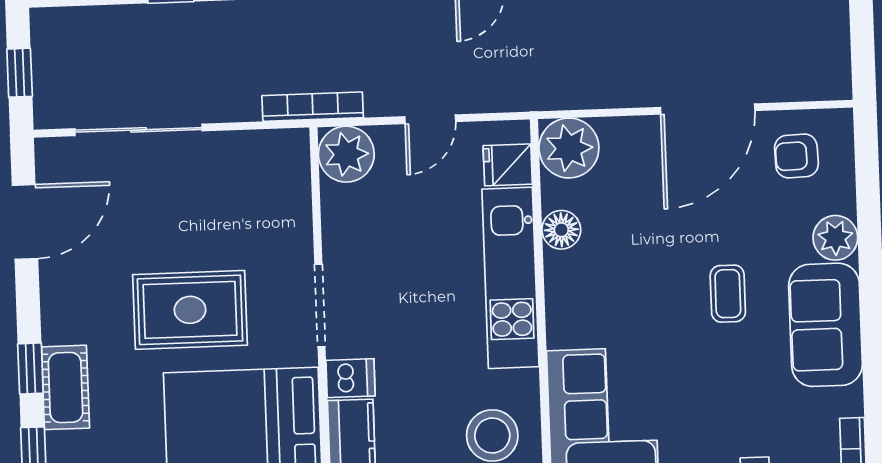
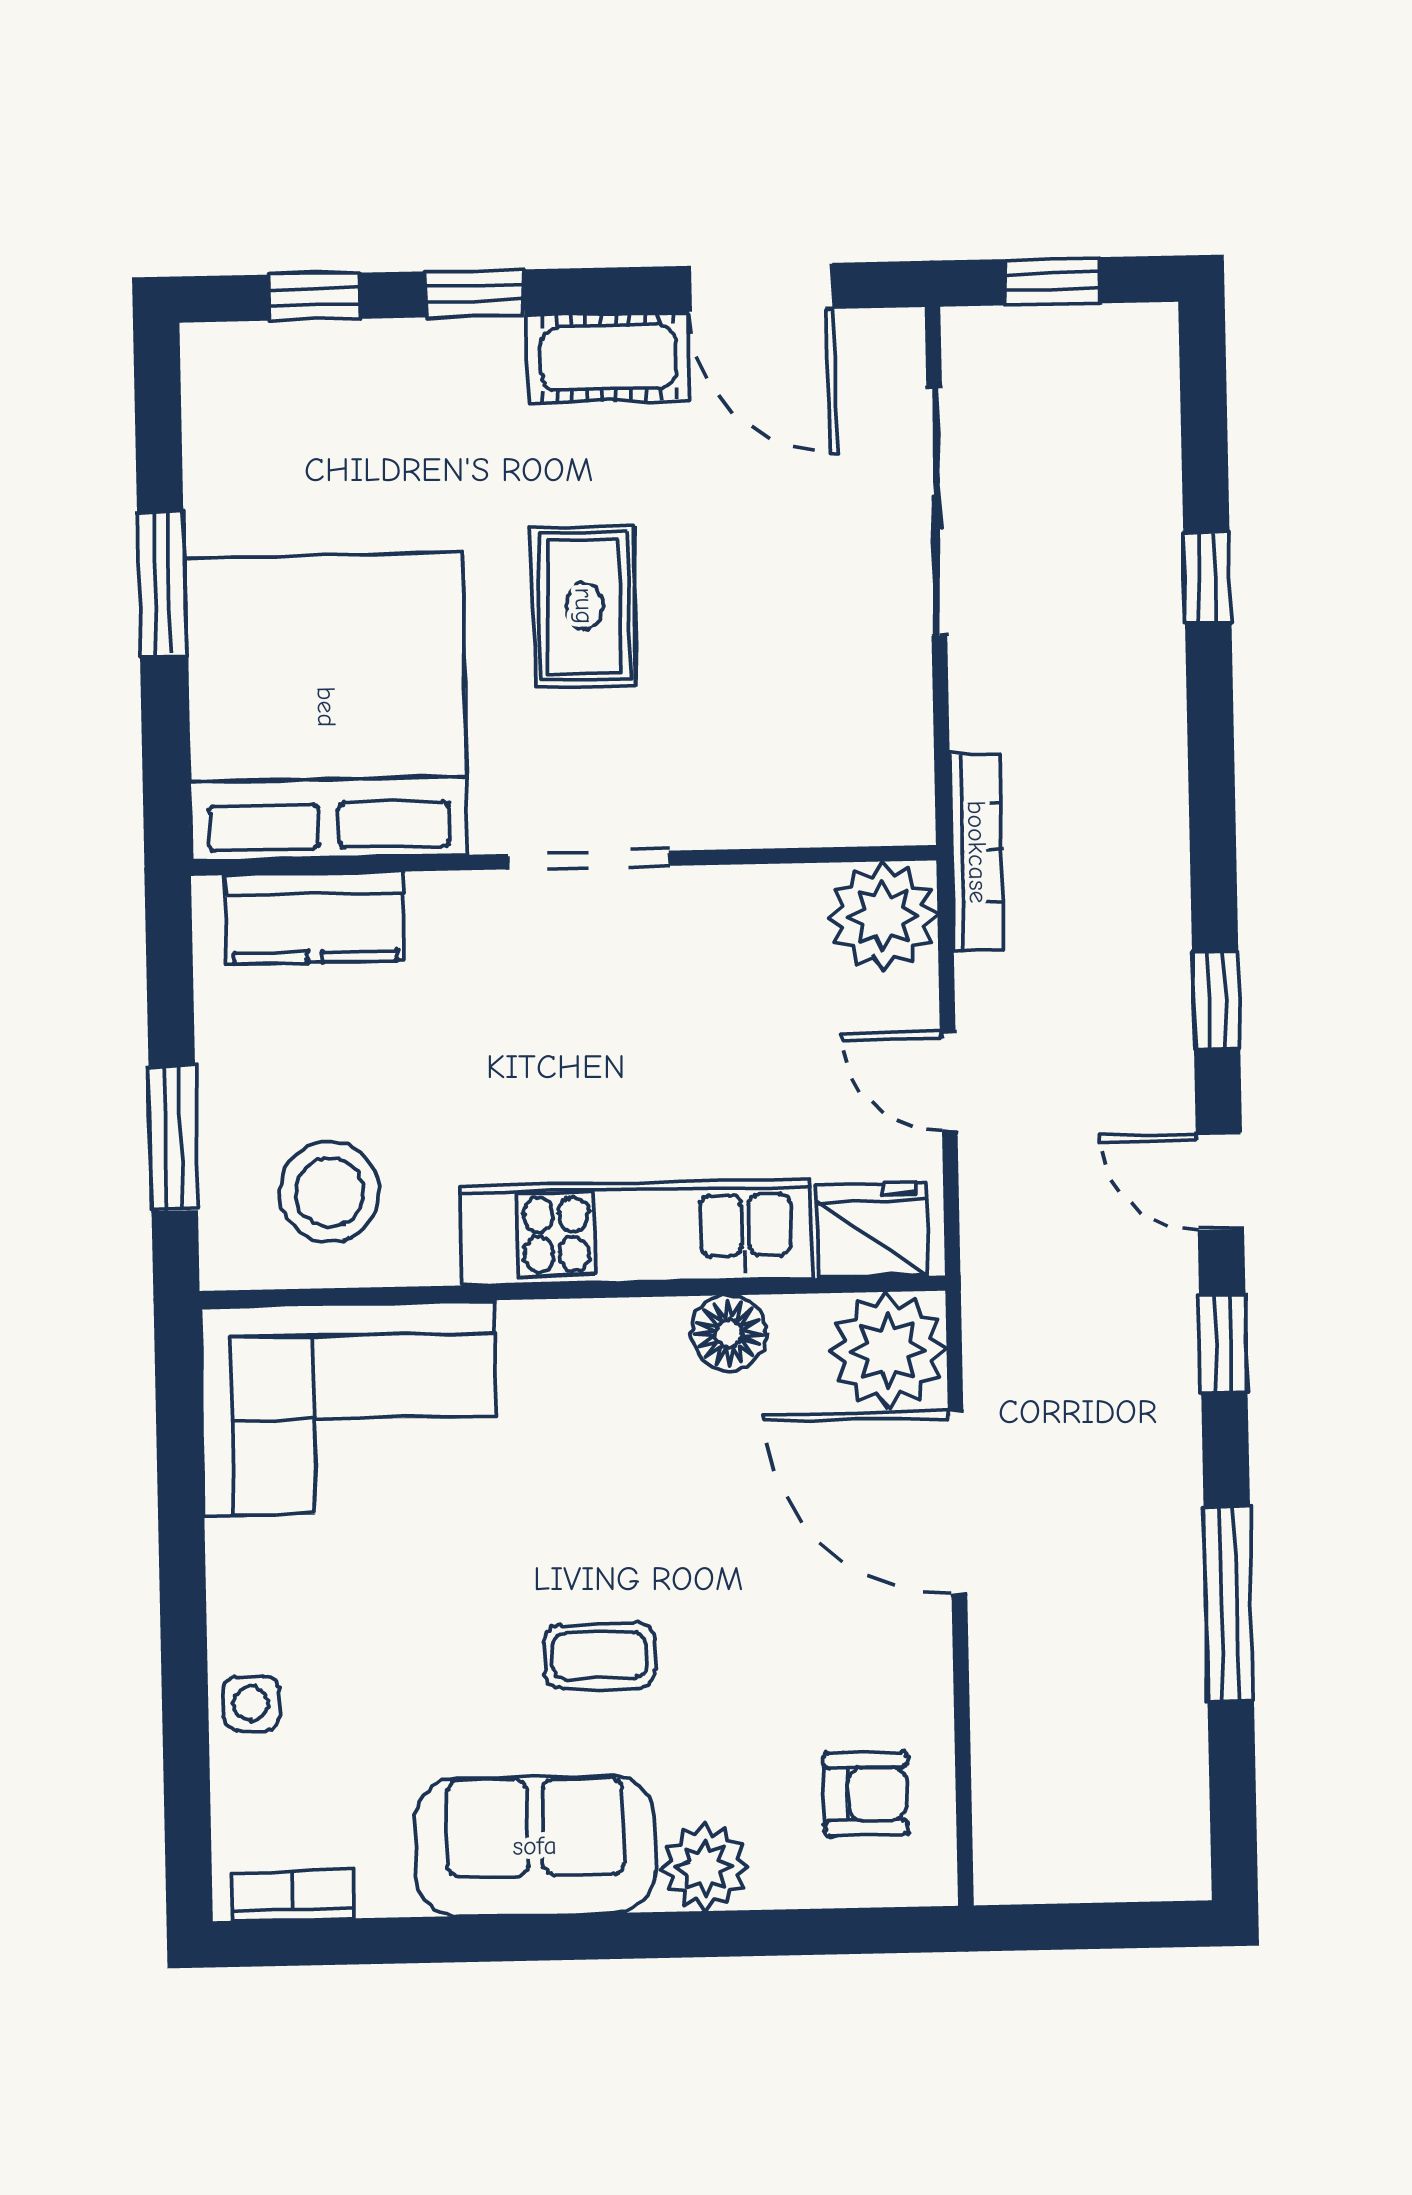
door: (708, 109) -> (957, 1502), moved
armchair: (796, 156) -> (866, 1794), turned 92
fridge: (508, 165) -> (872, 1230), width x1.38
rug: (190, 310) -> (584, 606), width x0.73, depth x0.70
dishwasher: (351, 378) -> (446, 918), removed
cot: (65, 387) -> (608, 358), moved

